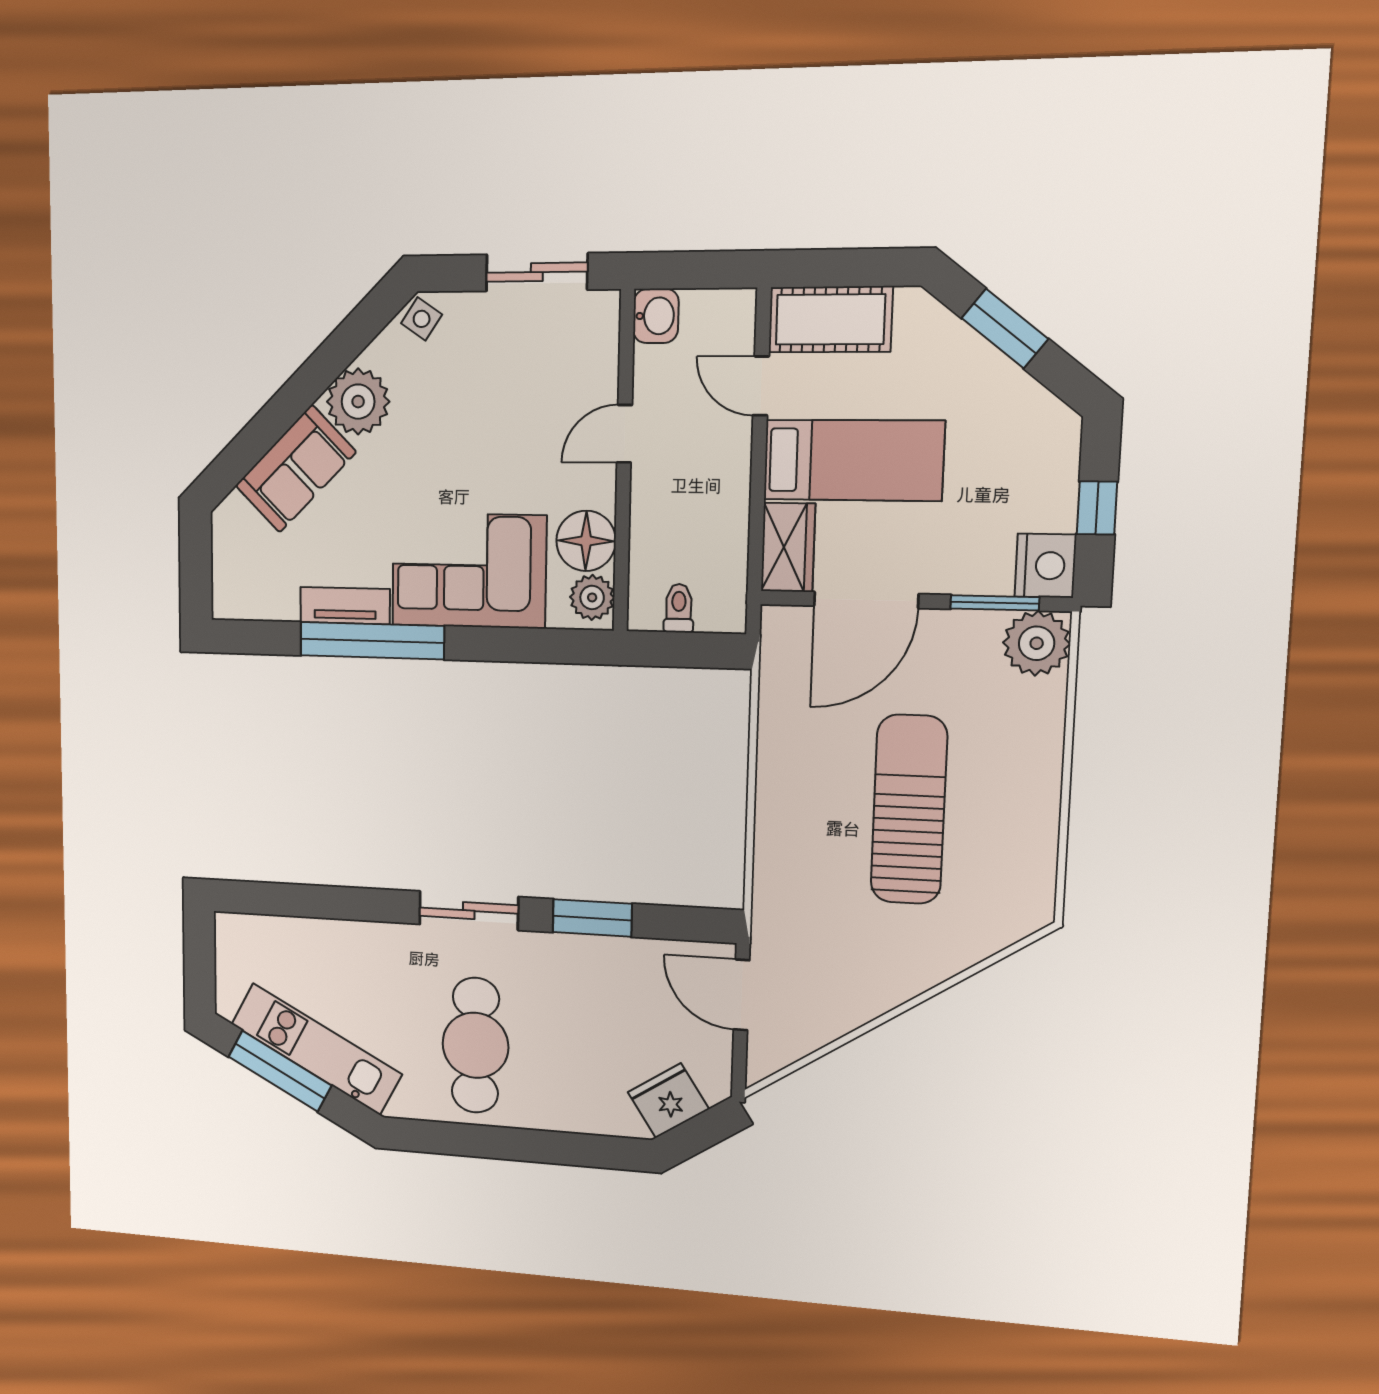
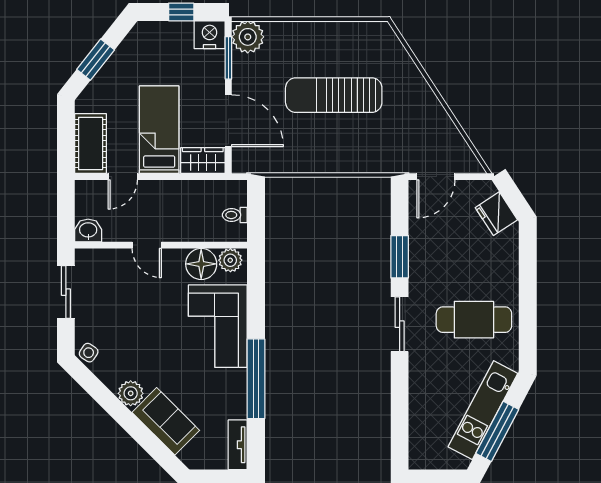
plant: (358, 402) -> (131, 393), width x0.73, depth x0.73
tv unit: (345, 606) -> (238, 445), moved

